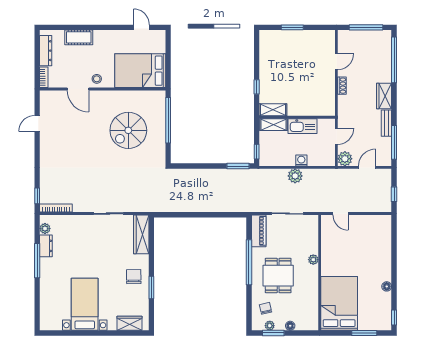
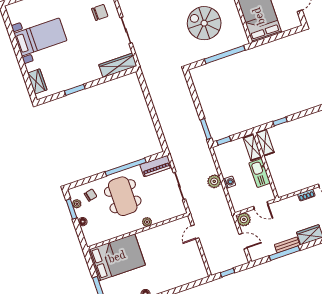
window: (394, 142) -> (284, 253), moved
dining table: (278, 276) -> (123, 196), width x1.37
chair: (134, 277) -> (100, 12), moved

